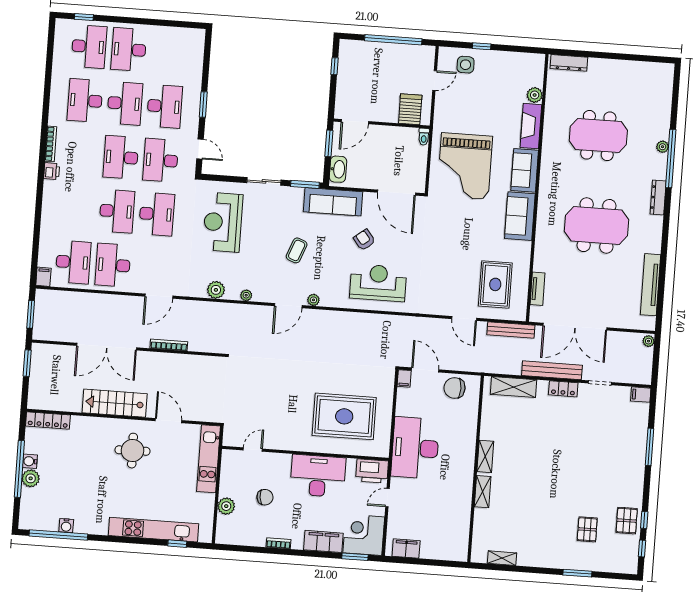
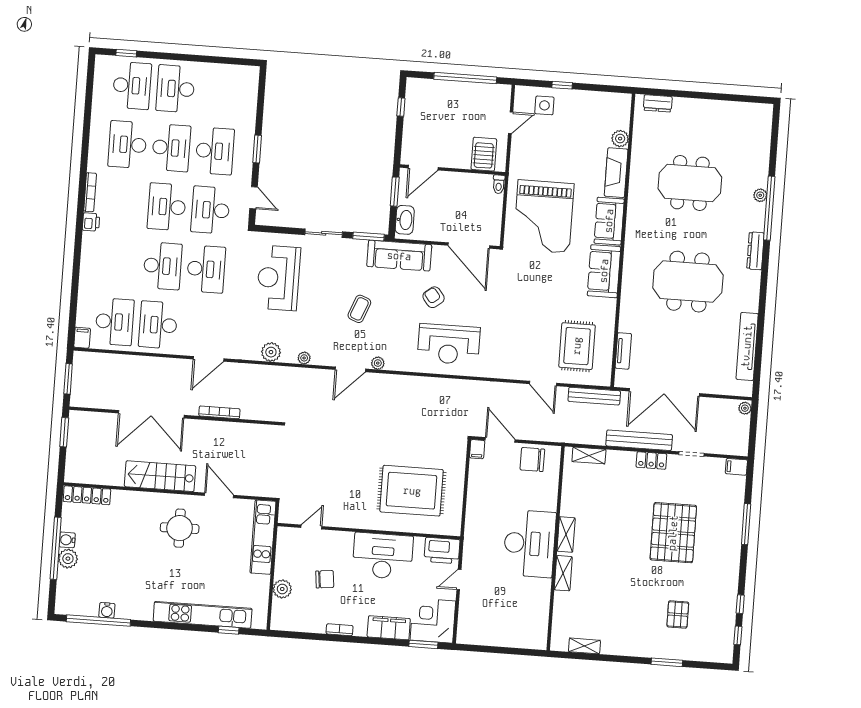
dresser: (569, 63) -> (658, 103), width x0.70
reception desk: (378, 283) -> (449, 344), turned 180
shelving: (513, 387) -> (589, 455), width x0.67, depth x0.75
desk: (415, 448) -> (530, 544), moved, turned 180
pallet: (627, 521) -> (673, 533), moved, width x2.05, depth x2.00
filing cabinet: (406, 549) -> (479, 635), removed

